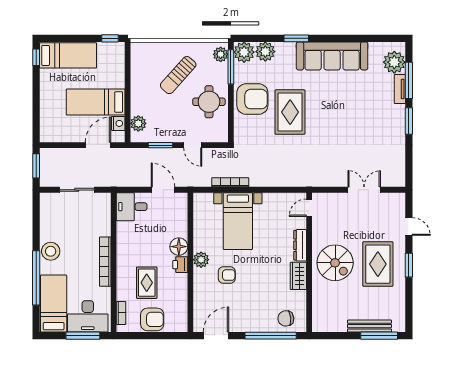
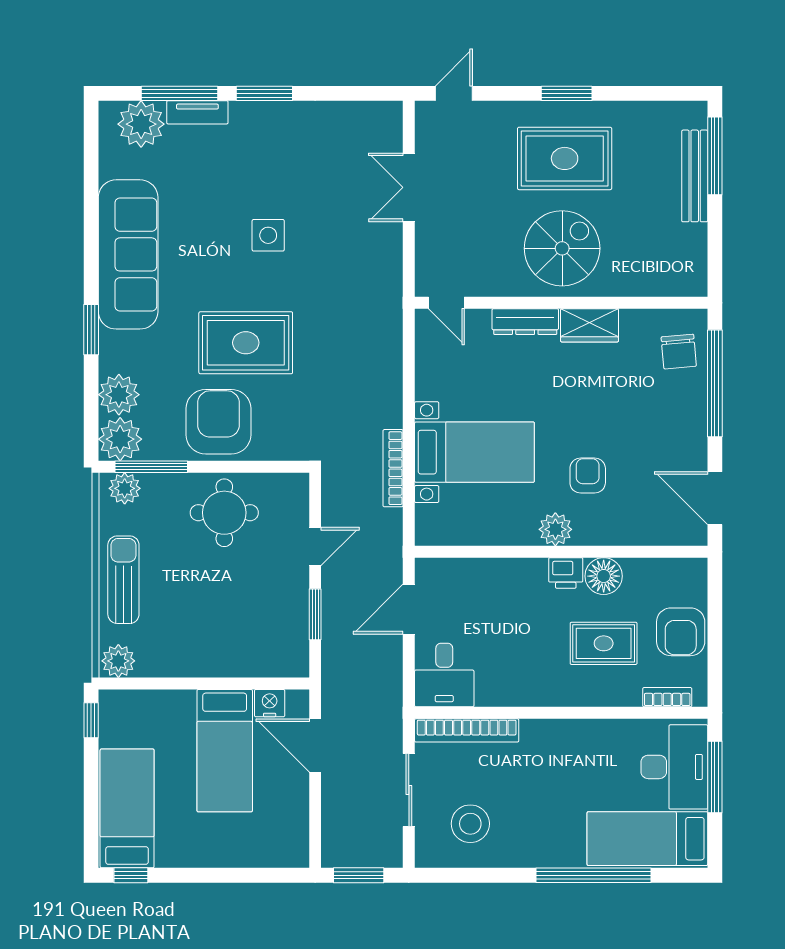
sun lounger: (178, 75) -> (123, 580), moved, turned -132
plant: (138, 123) -> (118, 661), moved
side table: (341, 123) -> (268, 235), added
door: (409, 226) -> (454, 93), moved
floor lamp: (179, 247) -> (604, 576), moved
stool: (51, 251) -> (470, 824), moved
bookcase: (105, 262) -> (467, 730), moved
armchair: (152, 319) -> (681, 632), turned 180

